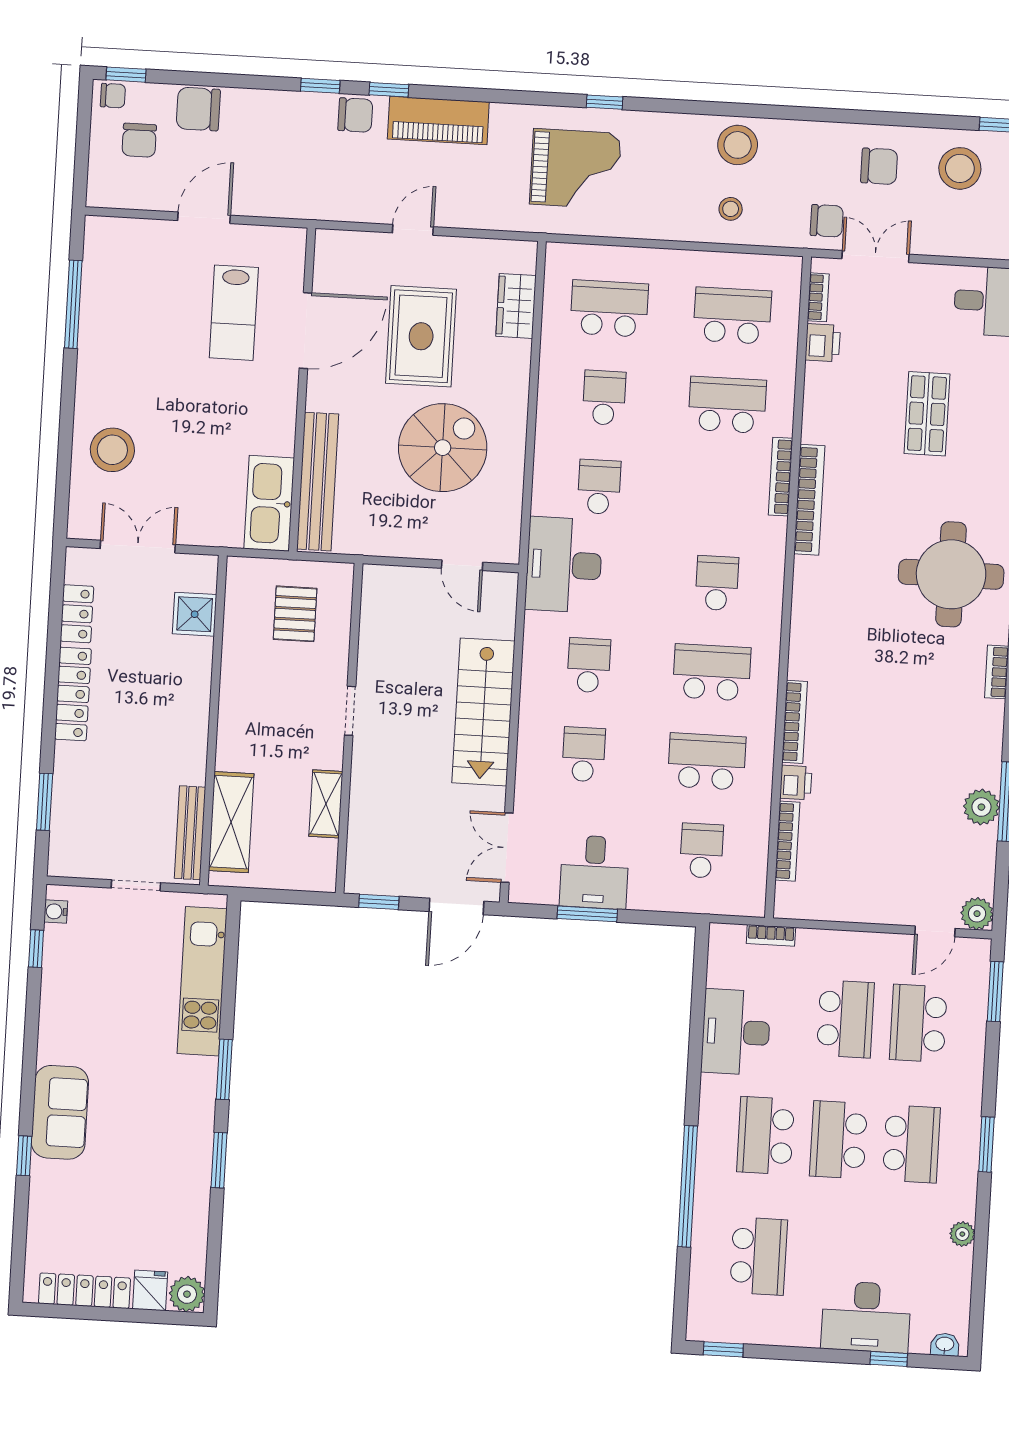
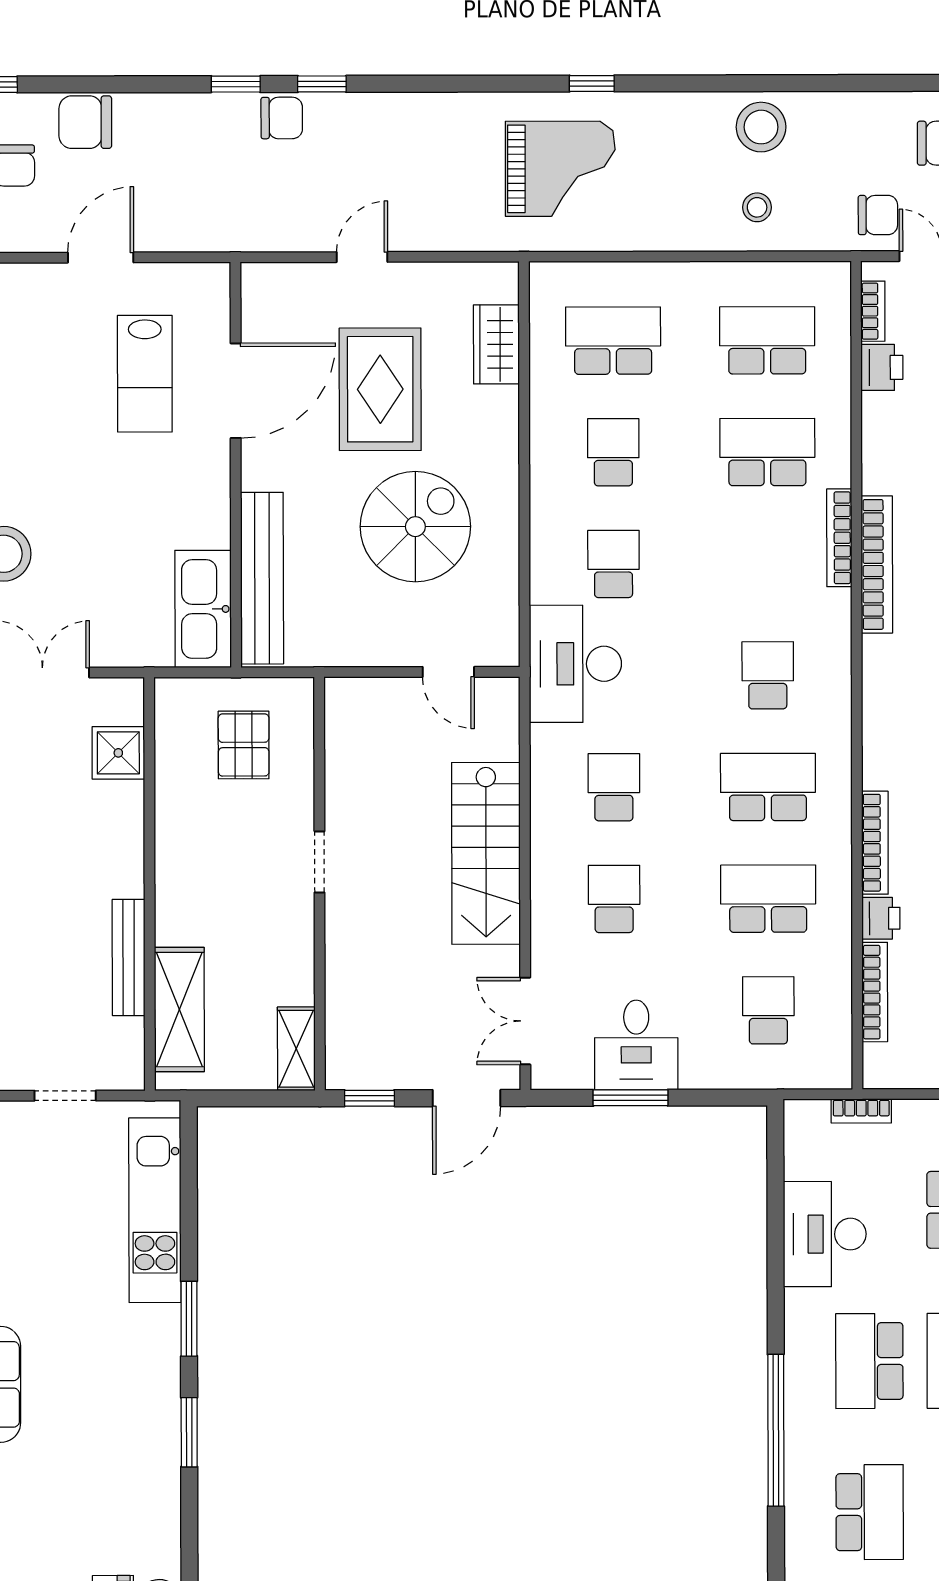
piano: (438, 121) -> (386, 119), removed
shelving: (326, 804) -> (296, 1049), moved
bench: (190, 833) -> (129, 958), moved

